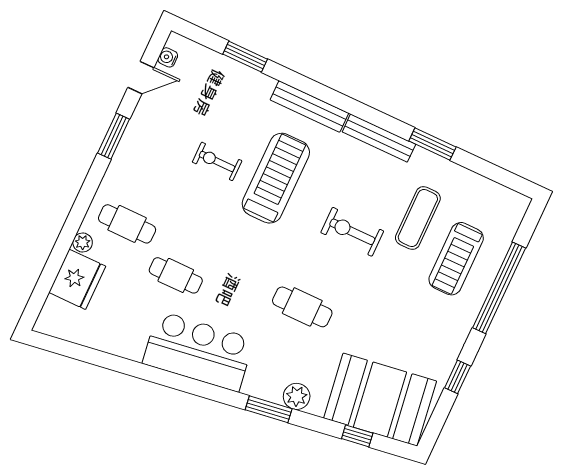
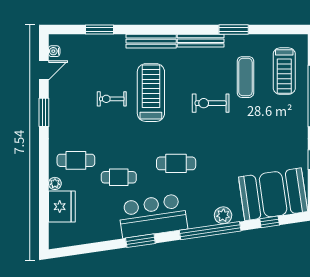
treadmill: (456, 259) -> (284, 71), moved
cafe table: (302, 307) -> (176, 163), moved
window: (165, 378) -> (140, 241), added
window: (269, 409) -> (210, 231), width x2.11

